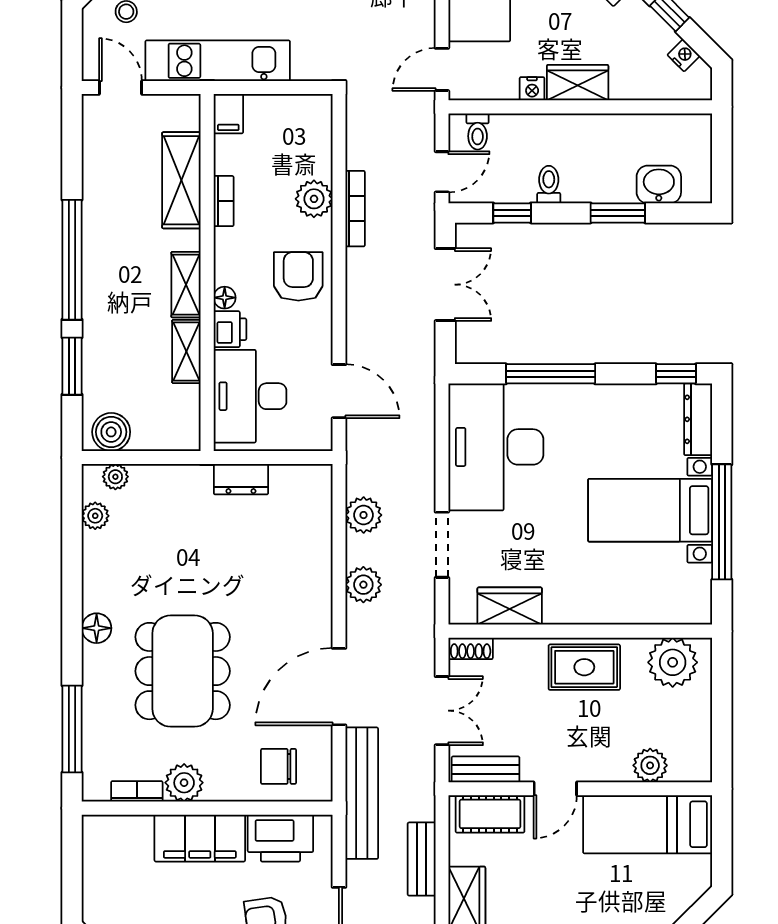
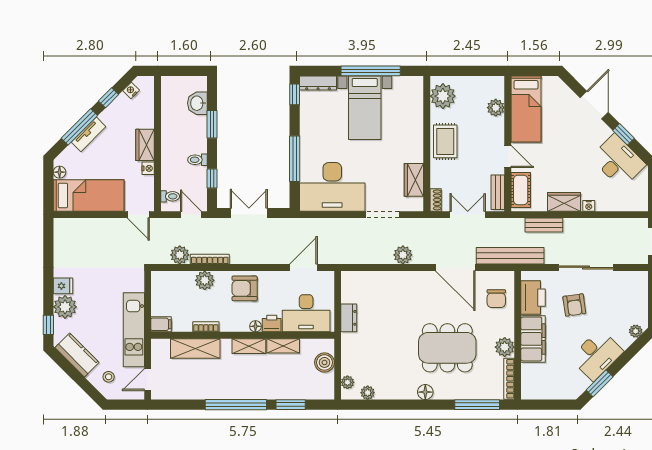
boiler: (111, 432) -> (324, 362), moved
plant: (364, 515) -> (180, 255), moved
bookcase: (137, 791) -> (509, 379), width x1.56

